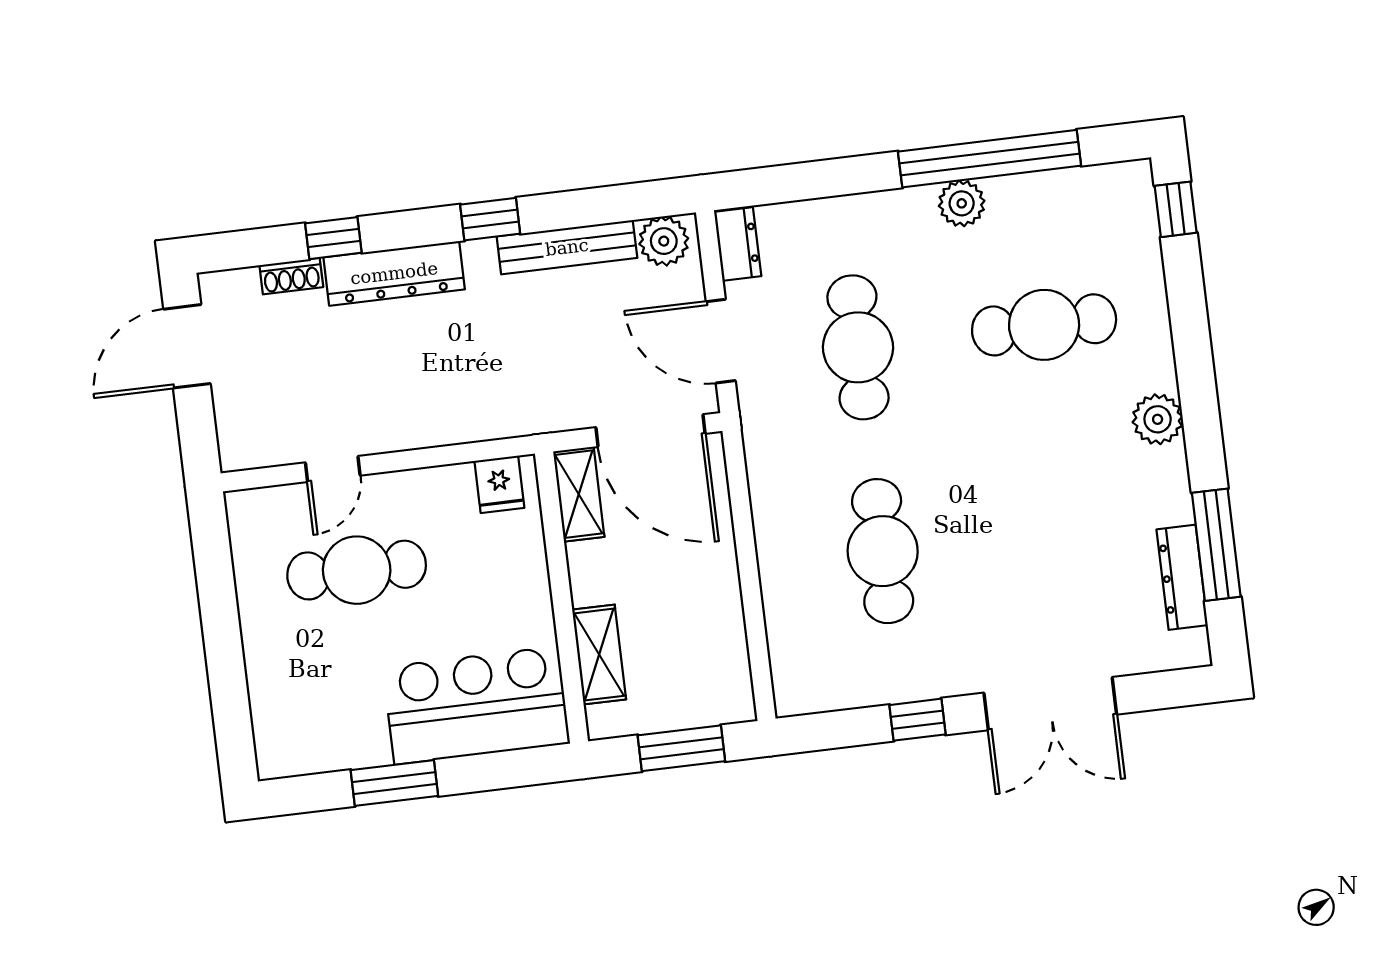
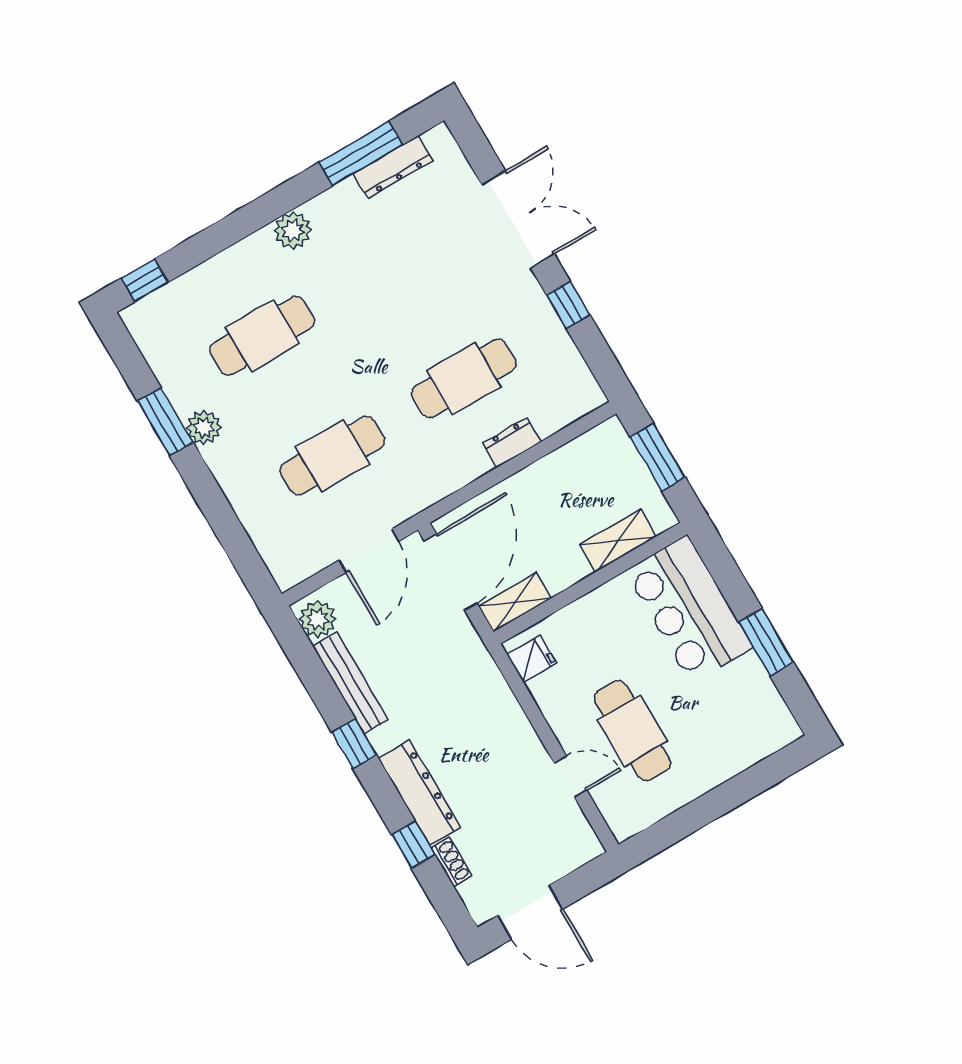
window: (989, 159) -> (165, 422), width x0.47
dresser: (738, 244) -> (512, 442), moved
cafe table: (1044, 325) -> (262, 336), turned 90

